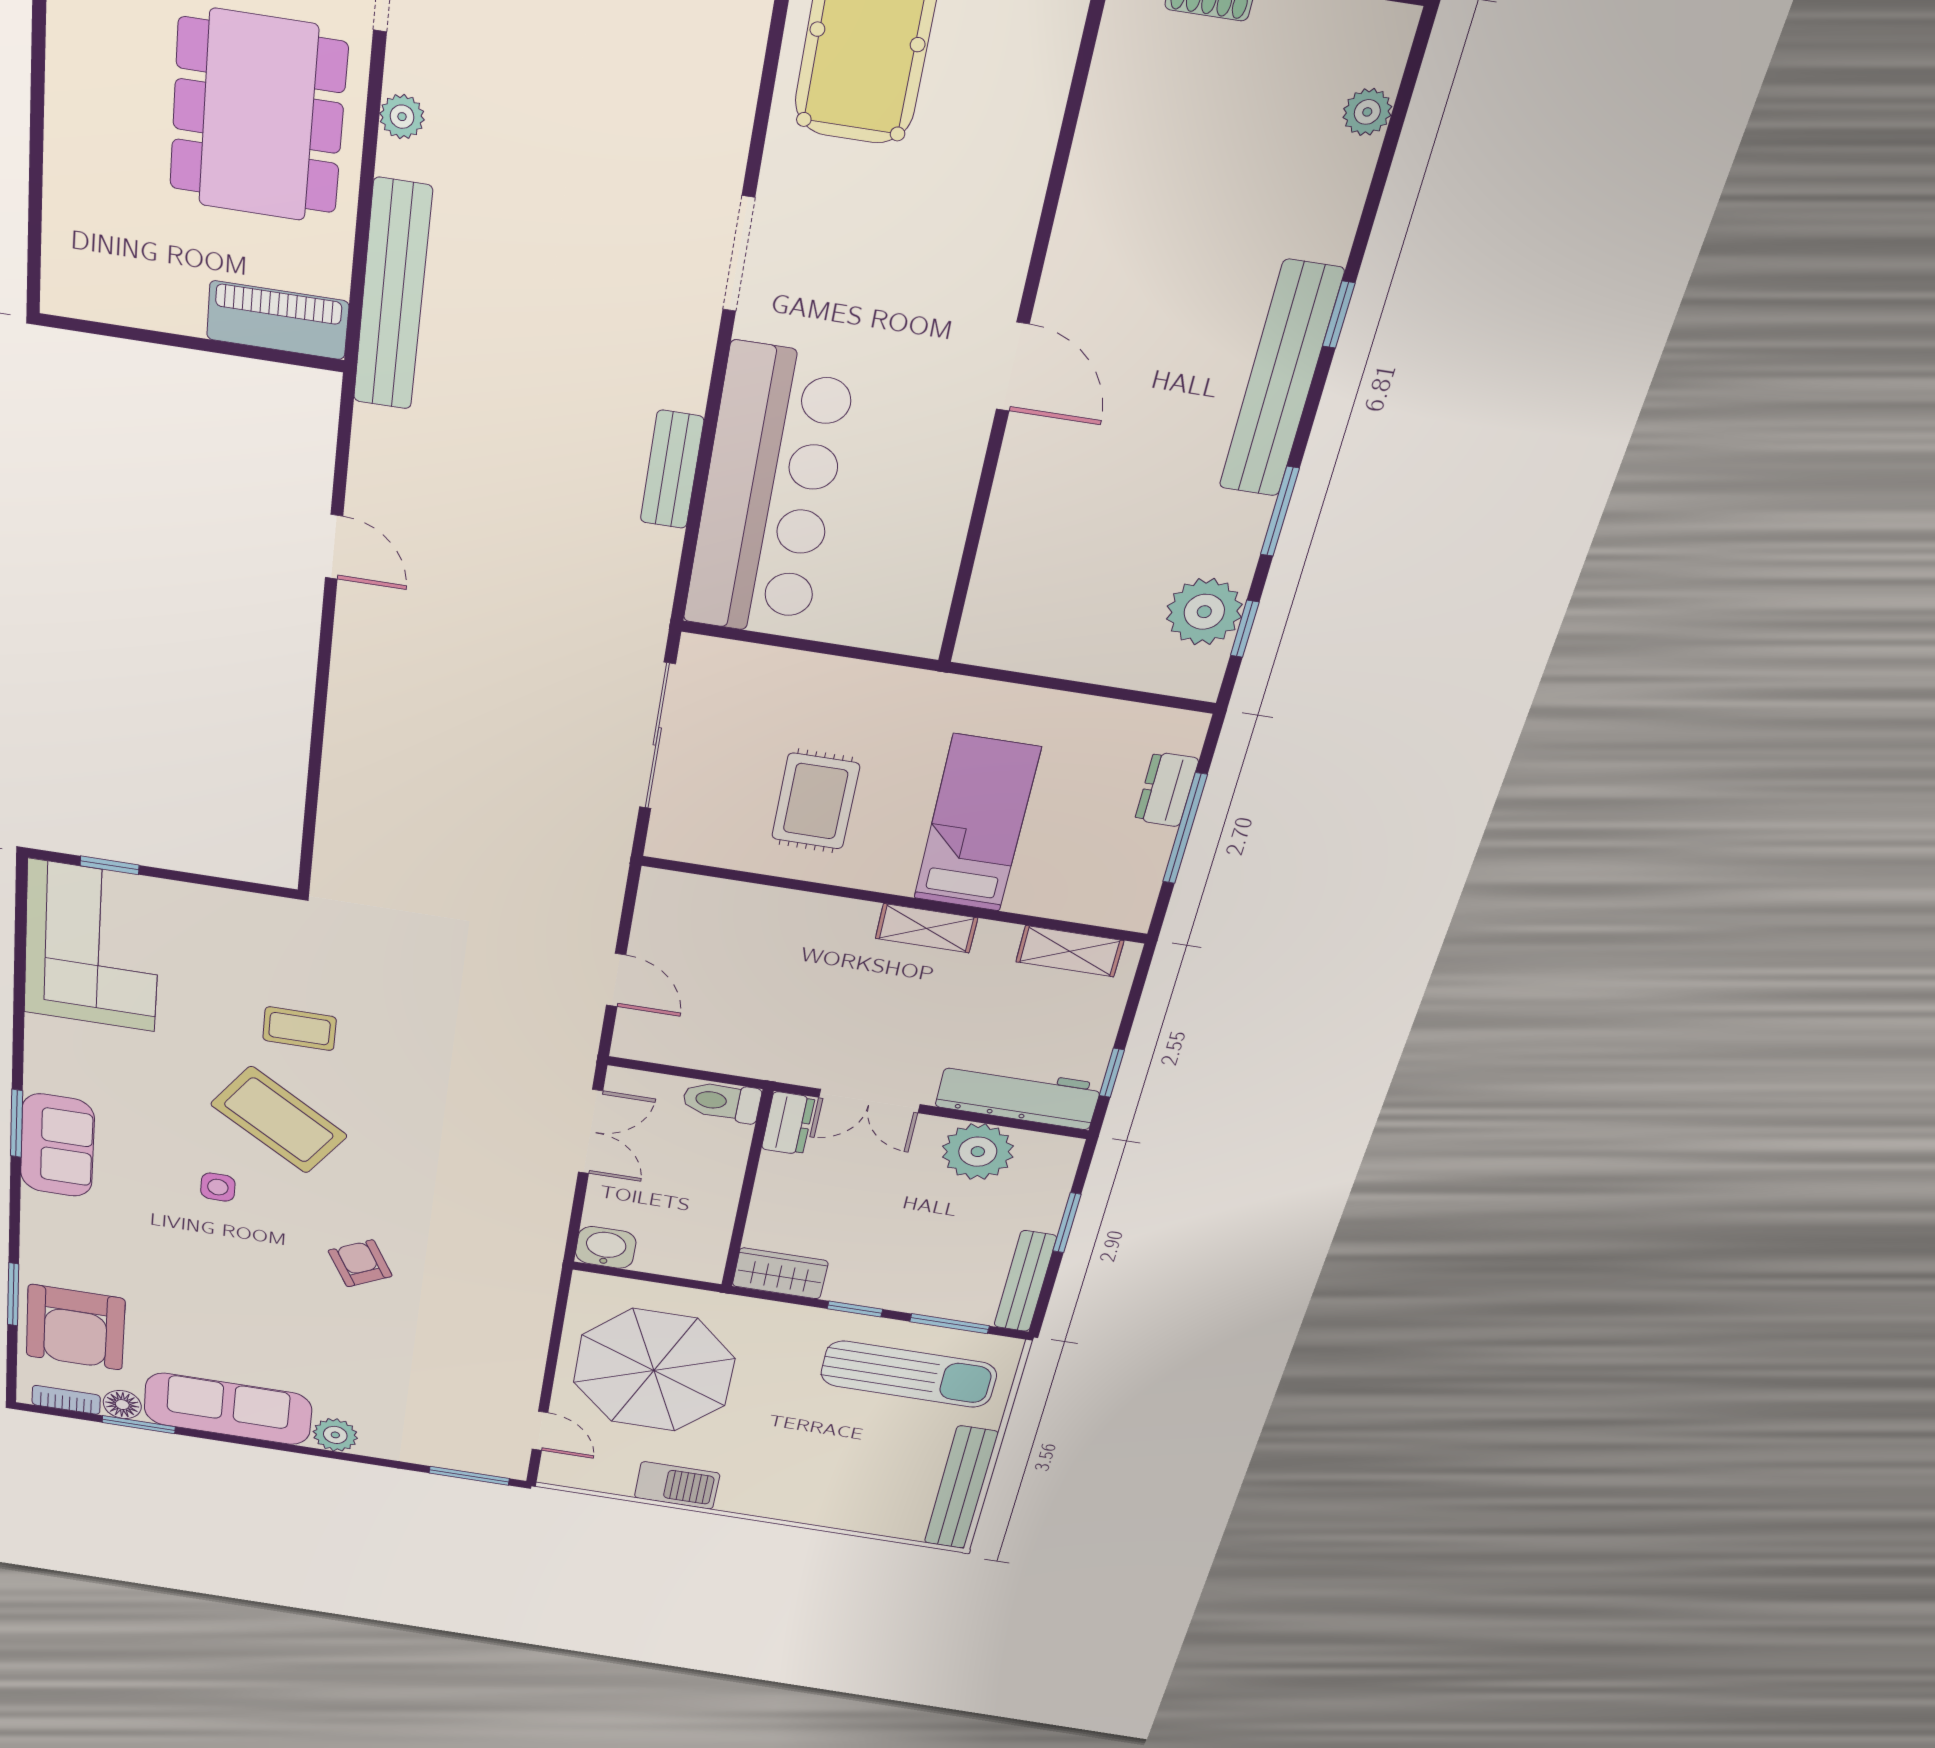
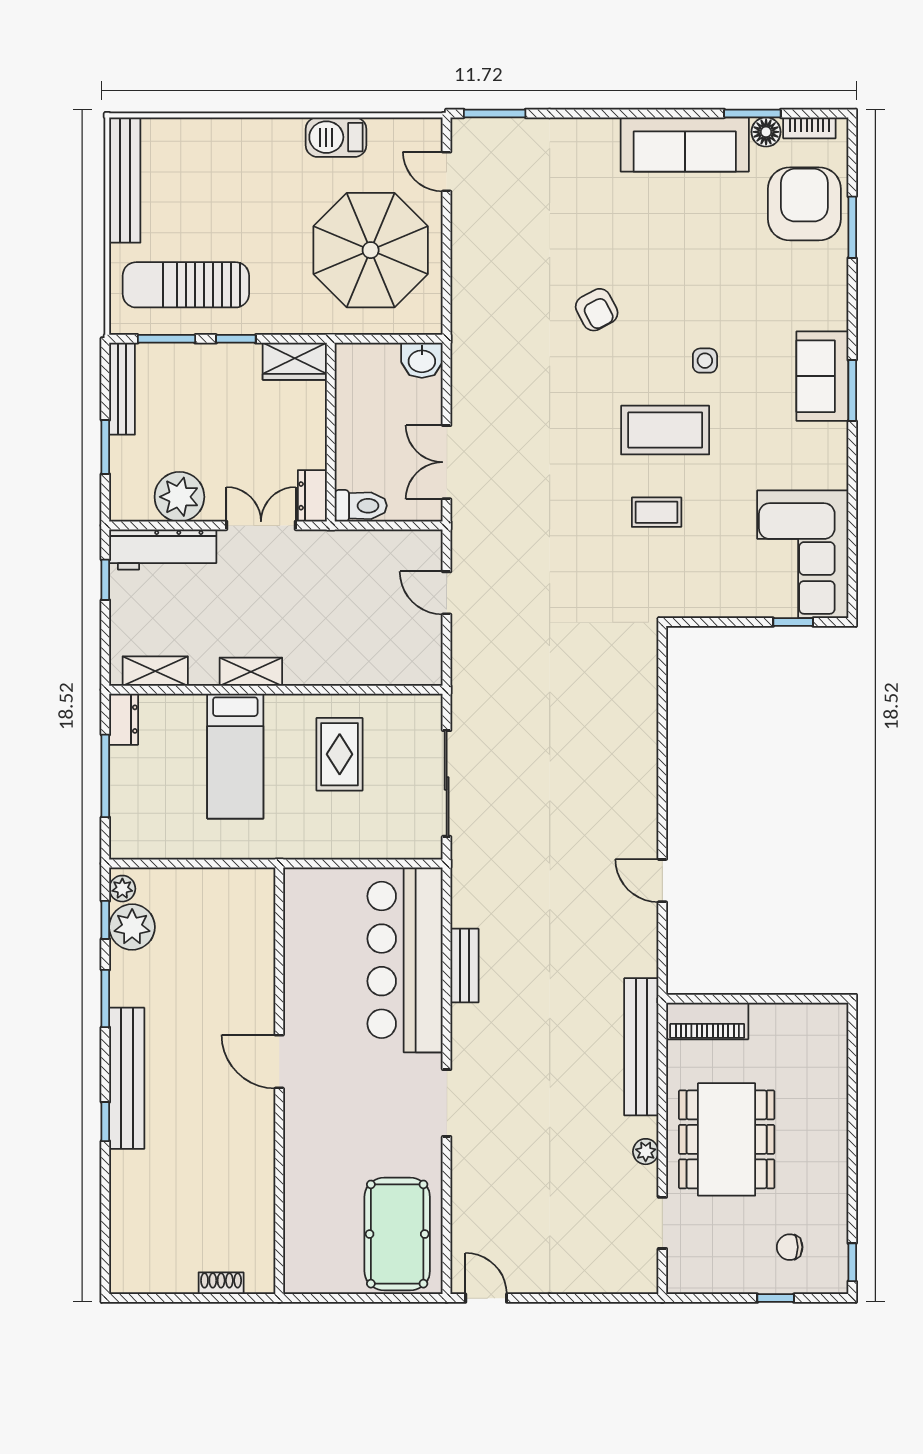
plant: (1367, 112) -> (122, 889), moved
dresser: (1167, 789) -> (124, 719), moved
coffee table: (279, 1120) -> (665, 430), turned -34
plant: (335, 1435) -> (601, 135), removed

